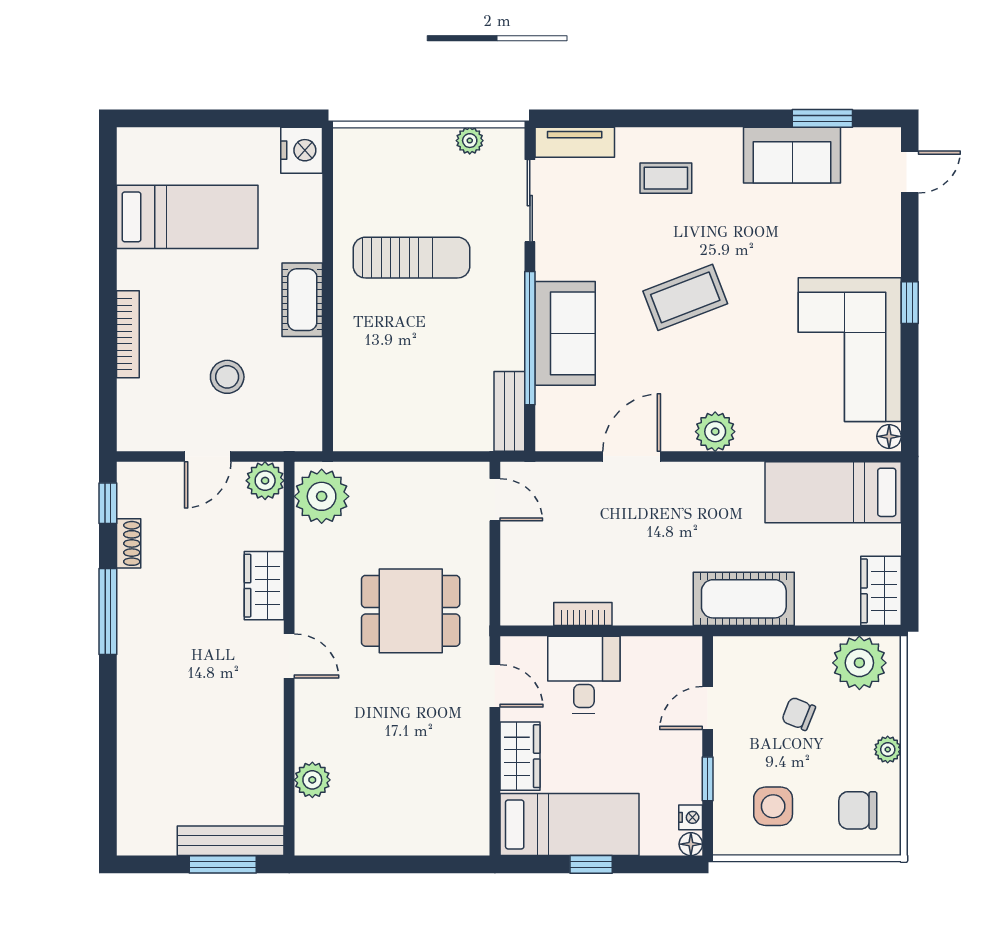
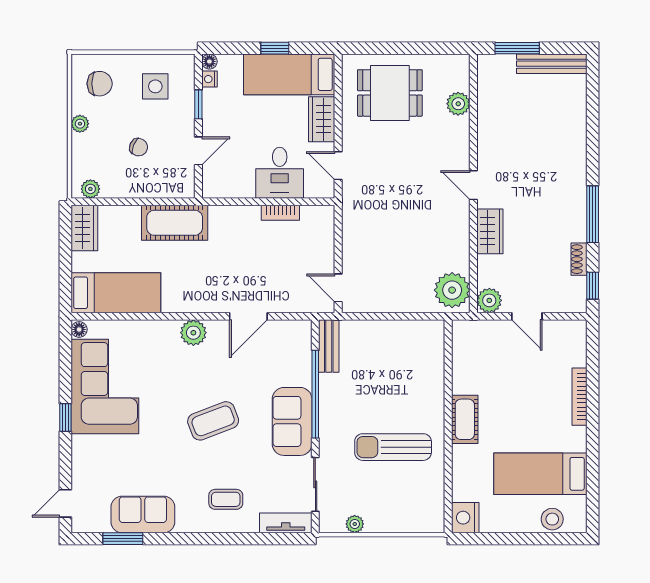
sofa: (565, 333) -> (292, 421), moved
stool: (227, 377) -> (552, 519), moved
door: (208, 456) -> (527, 316), swing flipped
dining table: (411, 611) -> (390, 93), moved
plant: (859, 663) -> (90, 189), width x0.53, depth x0.53
bench: (231, 841) -> (552, 64), moved

